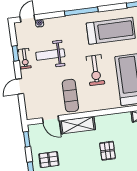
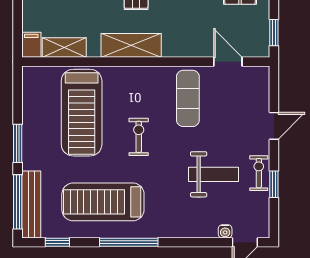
window: (81, 11) -> (129, 242), moved
exercise bike: (95, 70) -> (139, 137), width x0.73, depth x0.72
shelving: (78, 125) -> (131, 45), moved

